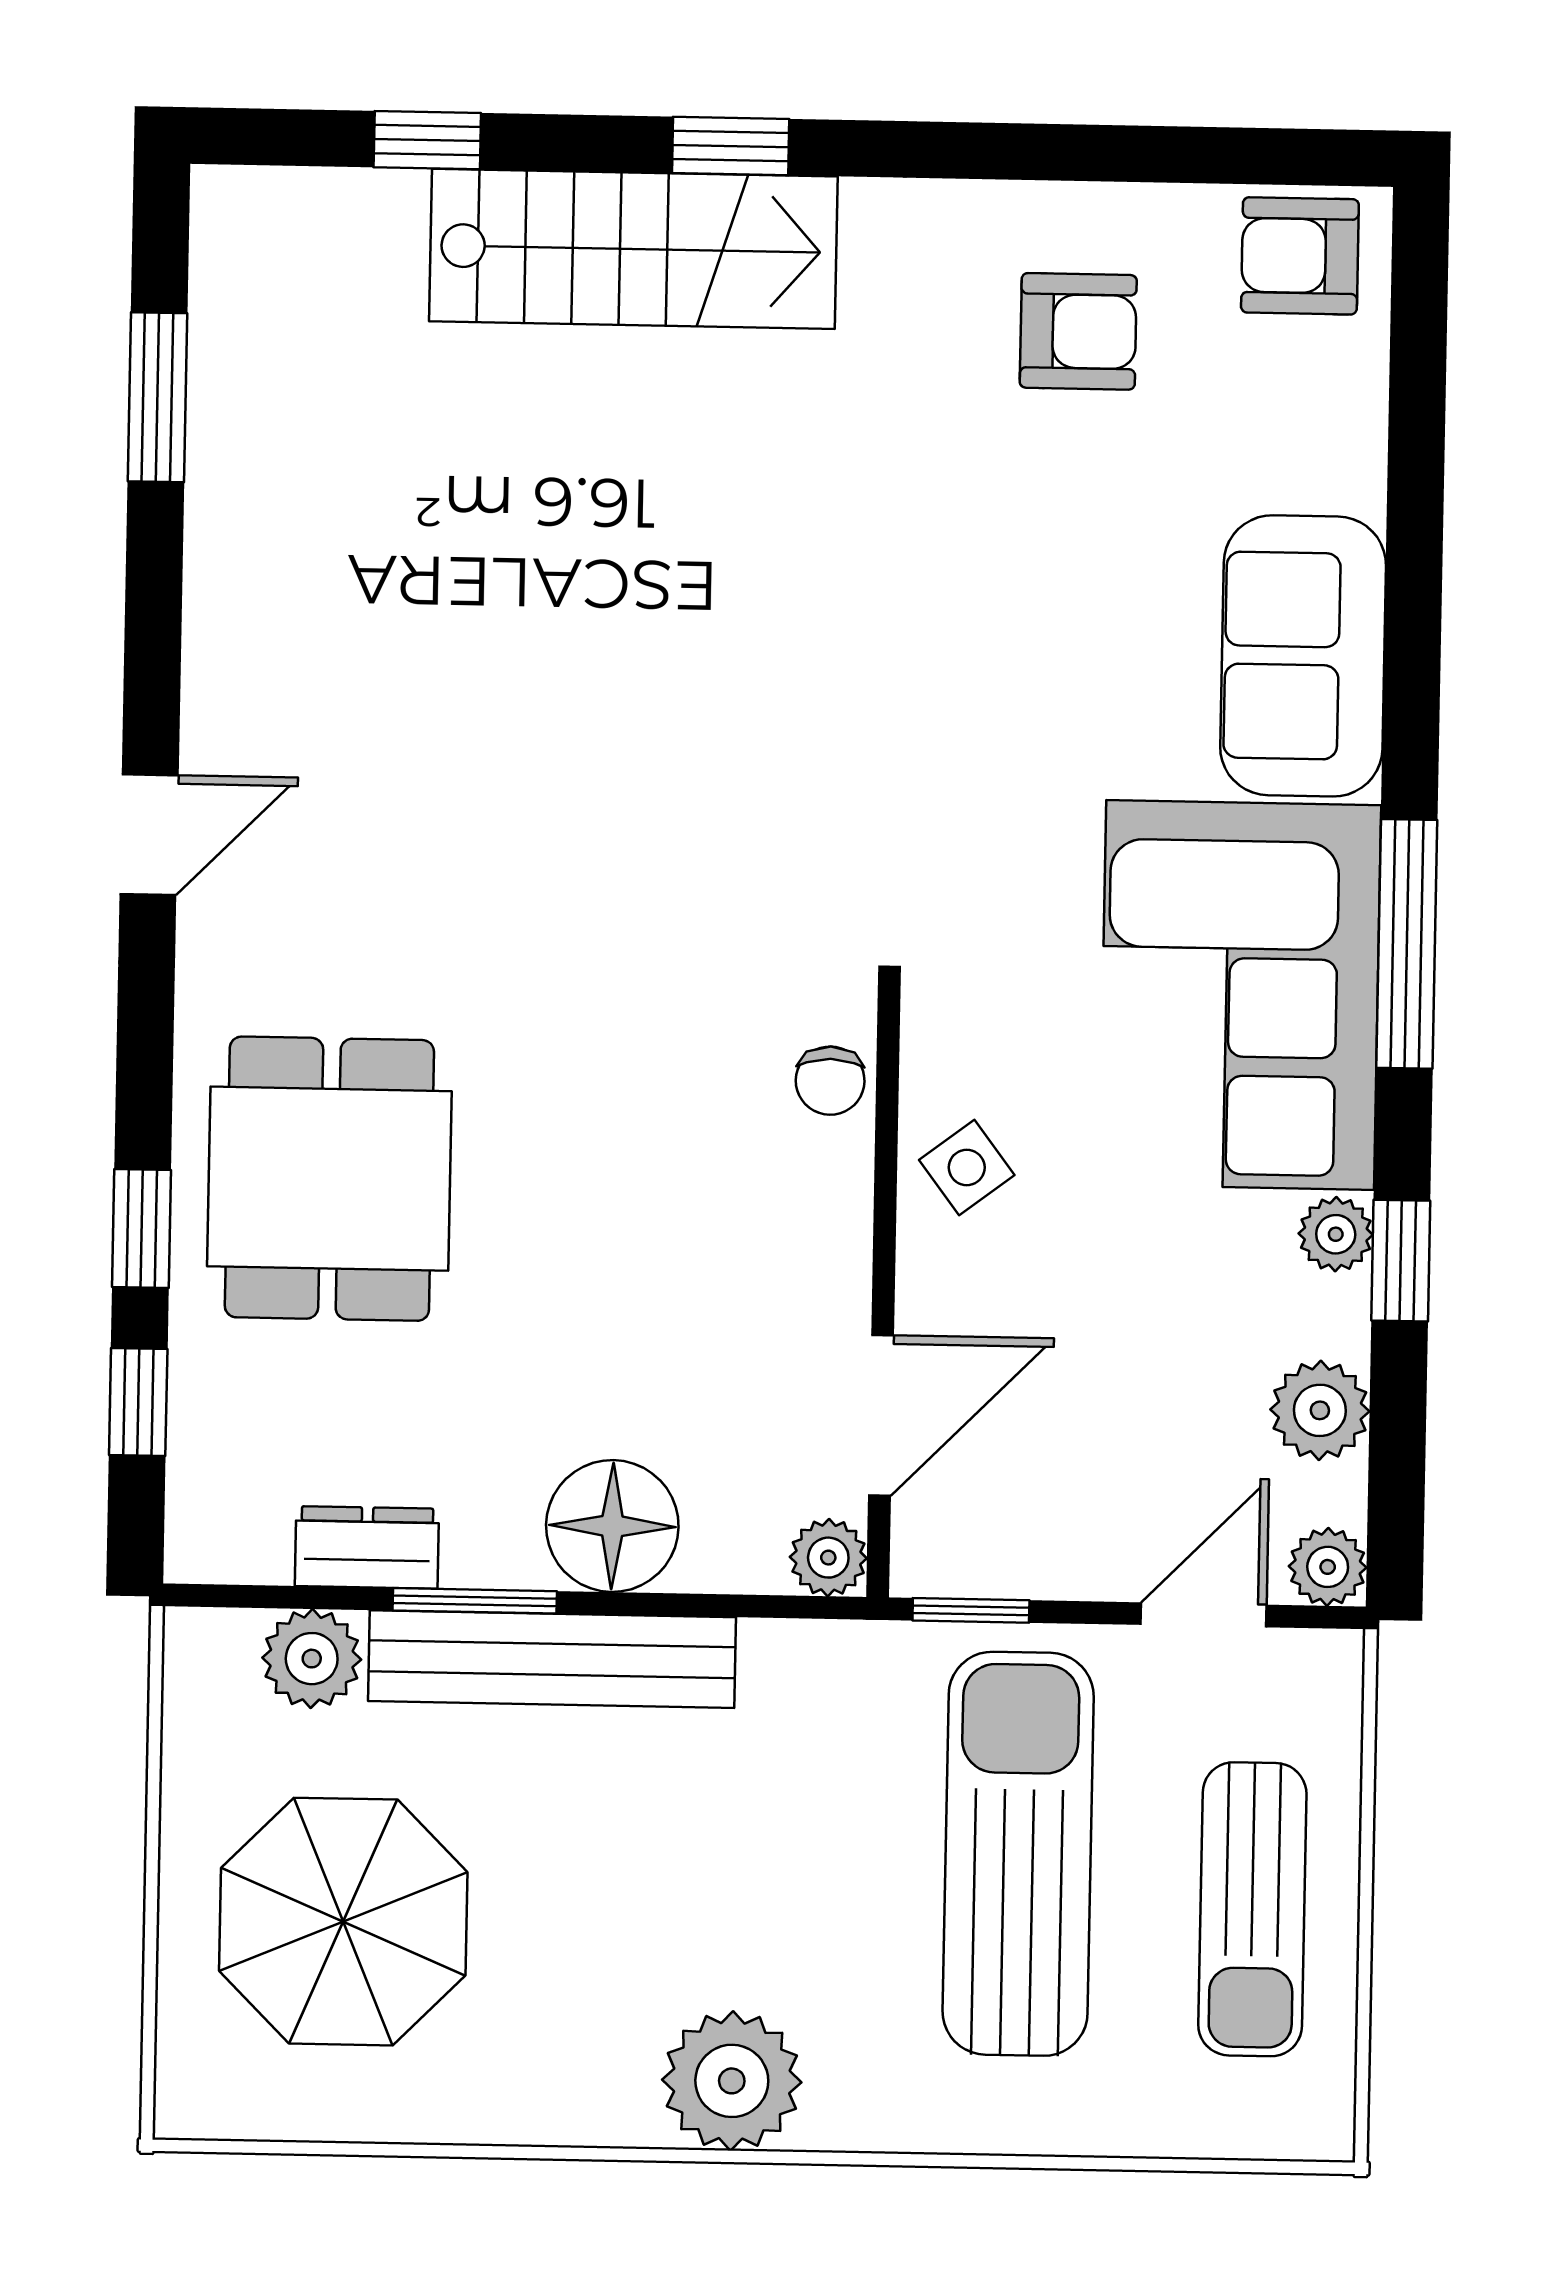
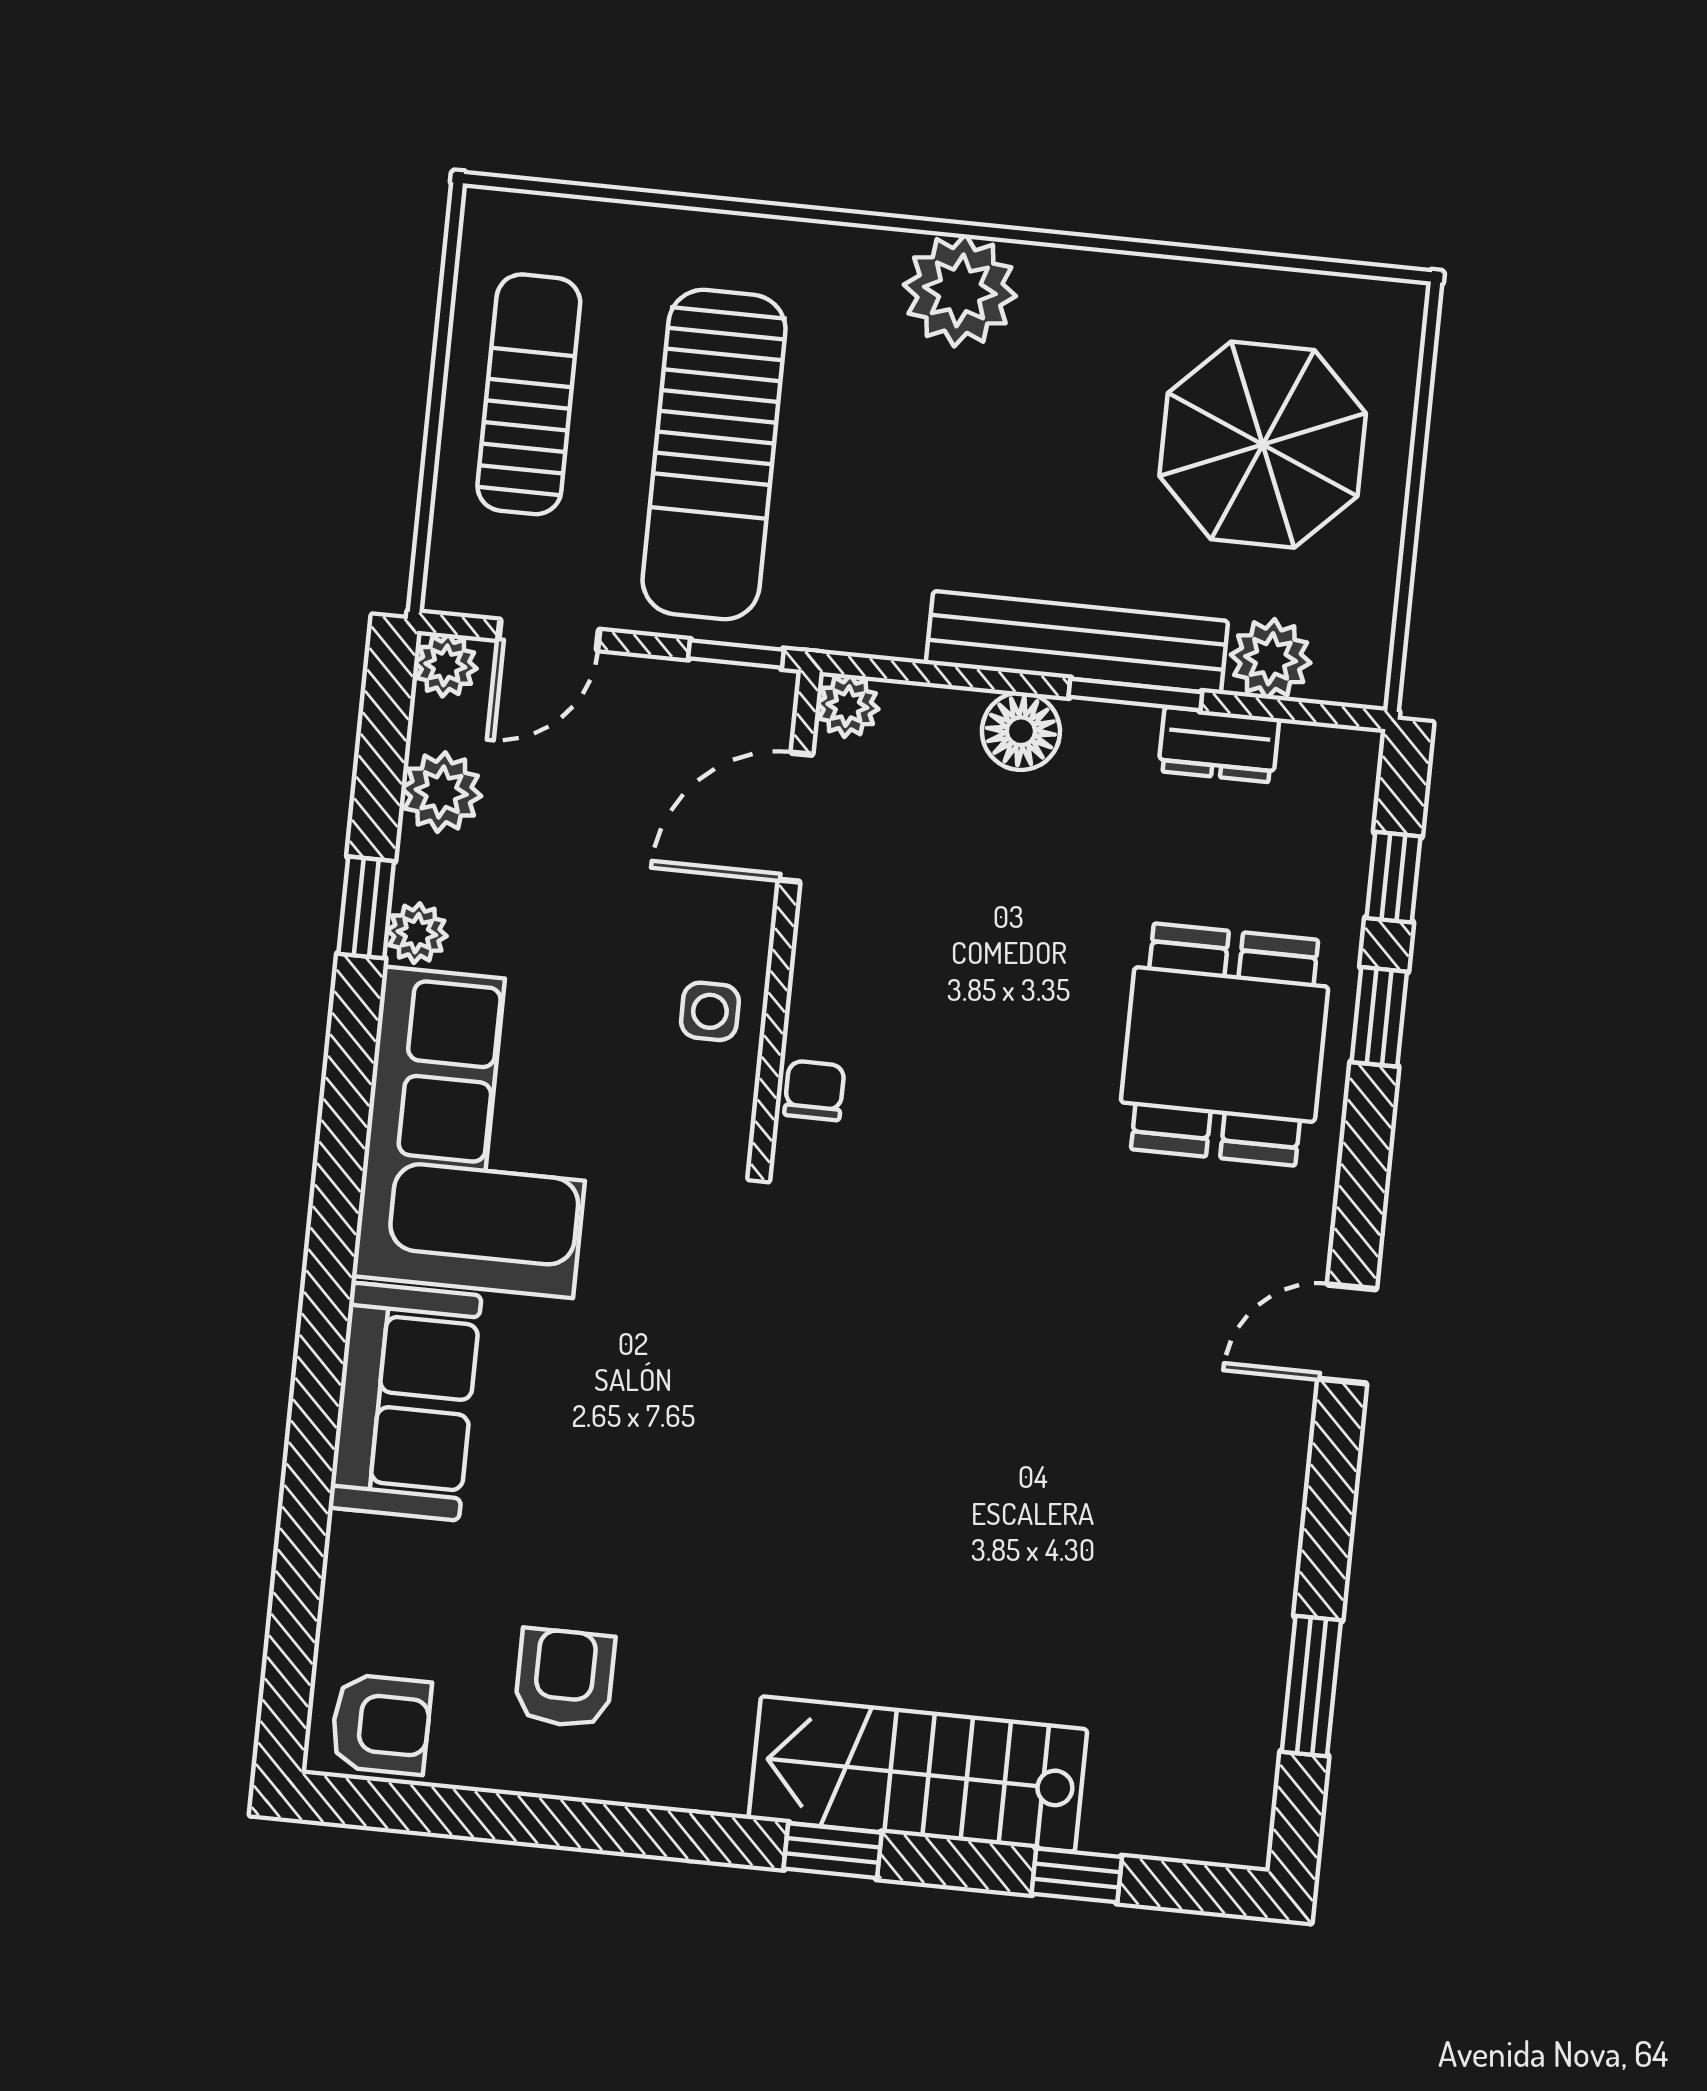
armchair: (1078, 331) -> (565, 1678), turned 90
window: (1407, 944) -> (340, 1162), removed
side table: (967, 1167) -> (710, 1011), turned 37
floor lamp: (612, 1526) -> (1021, 731), width x0.73, depth x0.73

